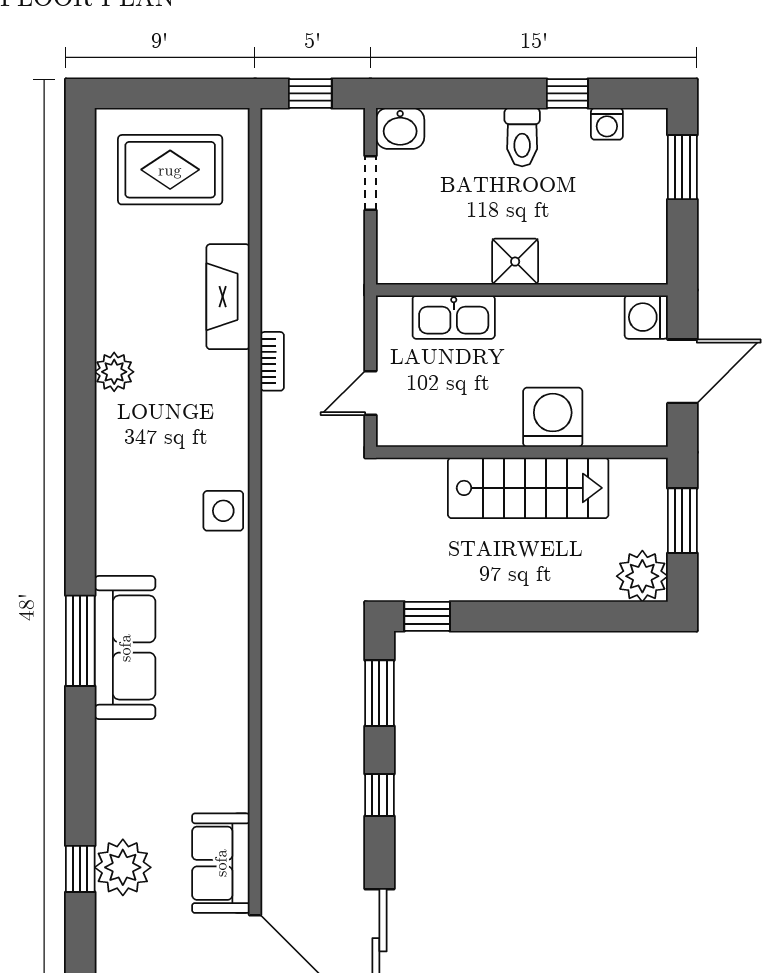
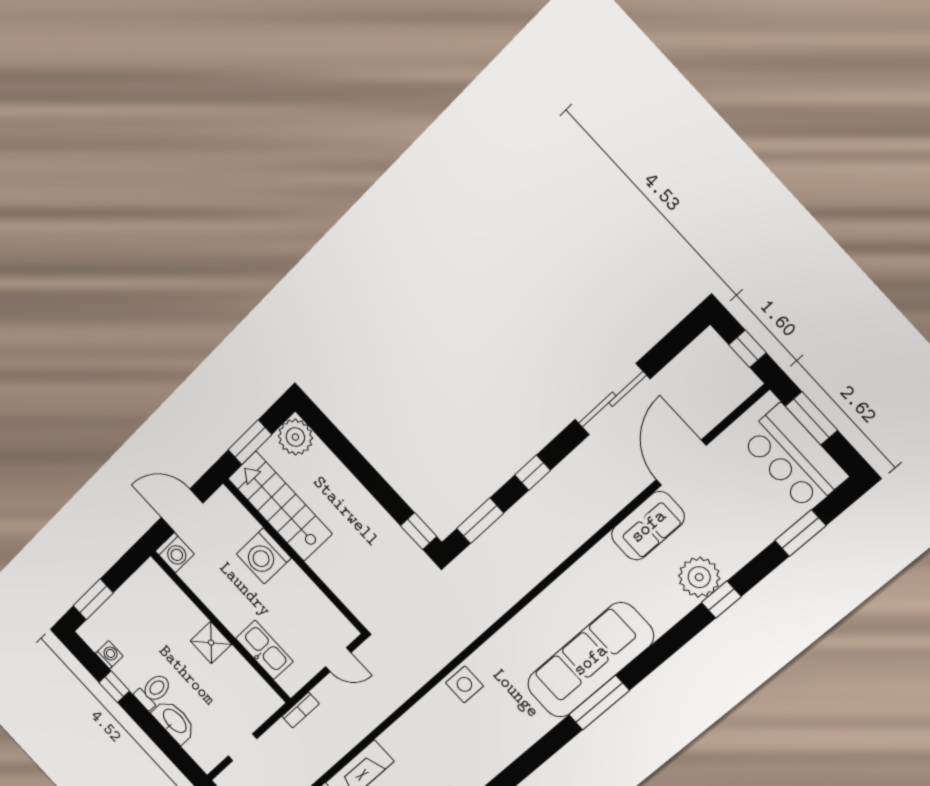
washbasin: (400, 128) -> (174, 721), moved, width x1.38
bookcase: (272, 361) -> (301, 710), moved, turned 180
stairs: (528, 488) -> (280, 506), moved
sofa: (125, 648) -> (590, 660), width x1.36, depth x1.27

